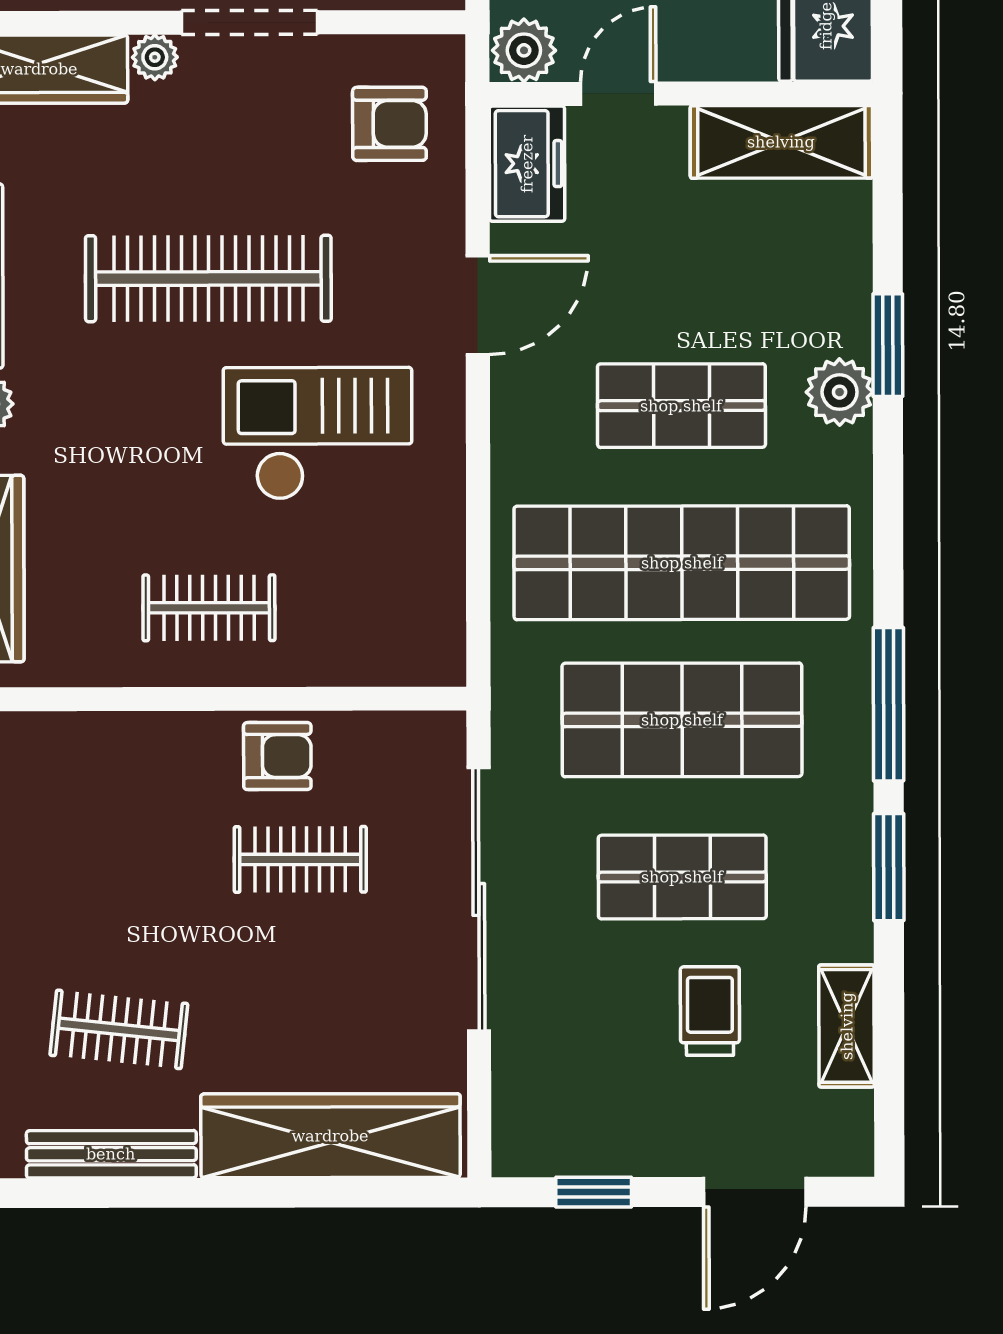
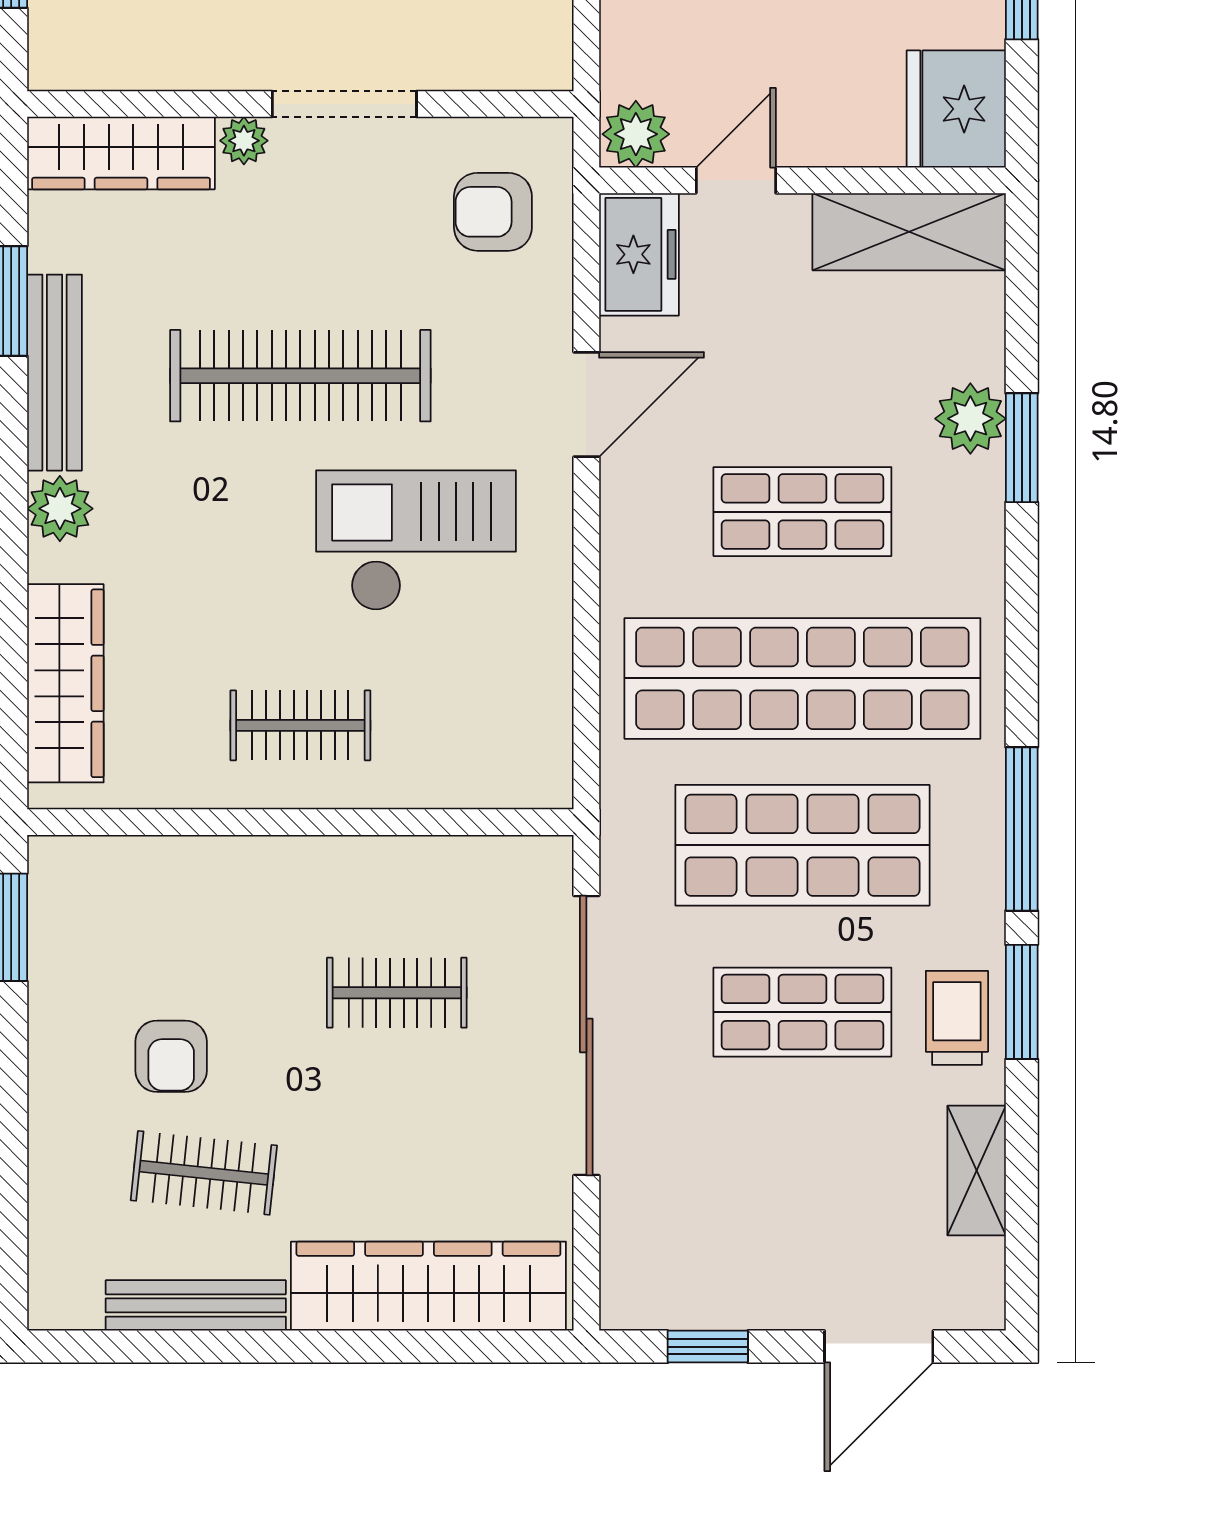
armchair: (389, 124) -> (493, 212), turned 180
plant: (840, 392) -> (970, 419), moved
armchair: (277, 756) -> (171, 1056), moved, turned 90
trolley: (710, 1011) -> (957, 1018), moved

